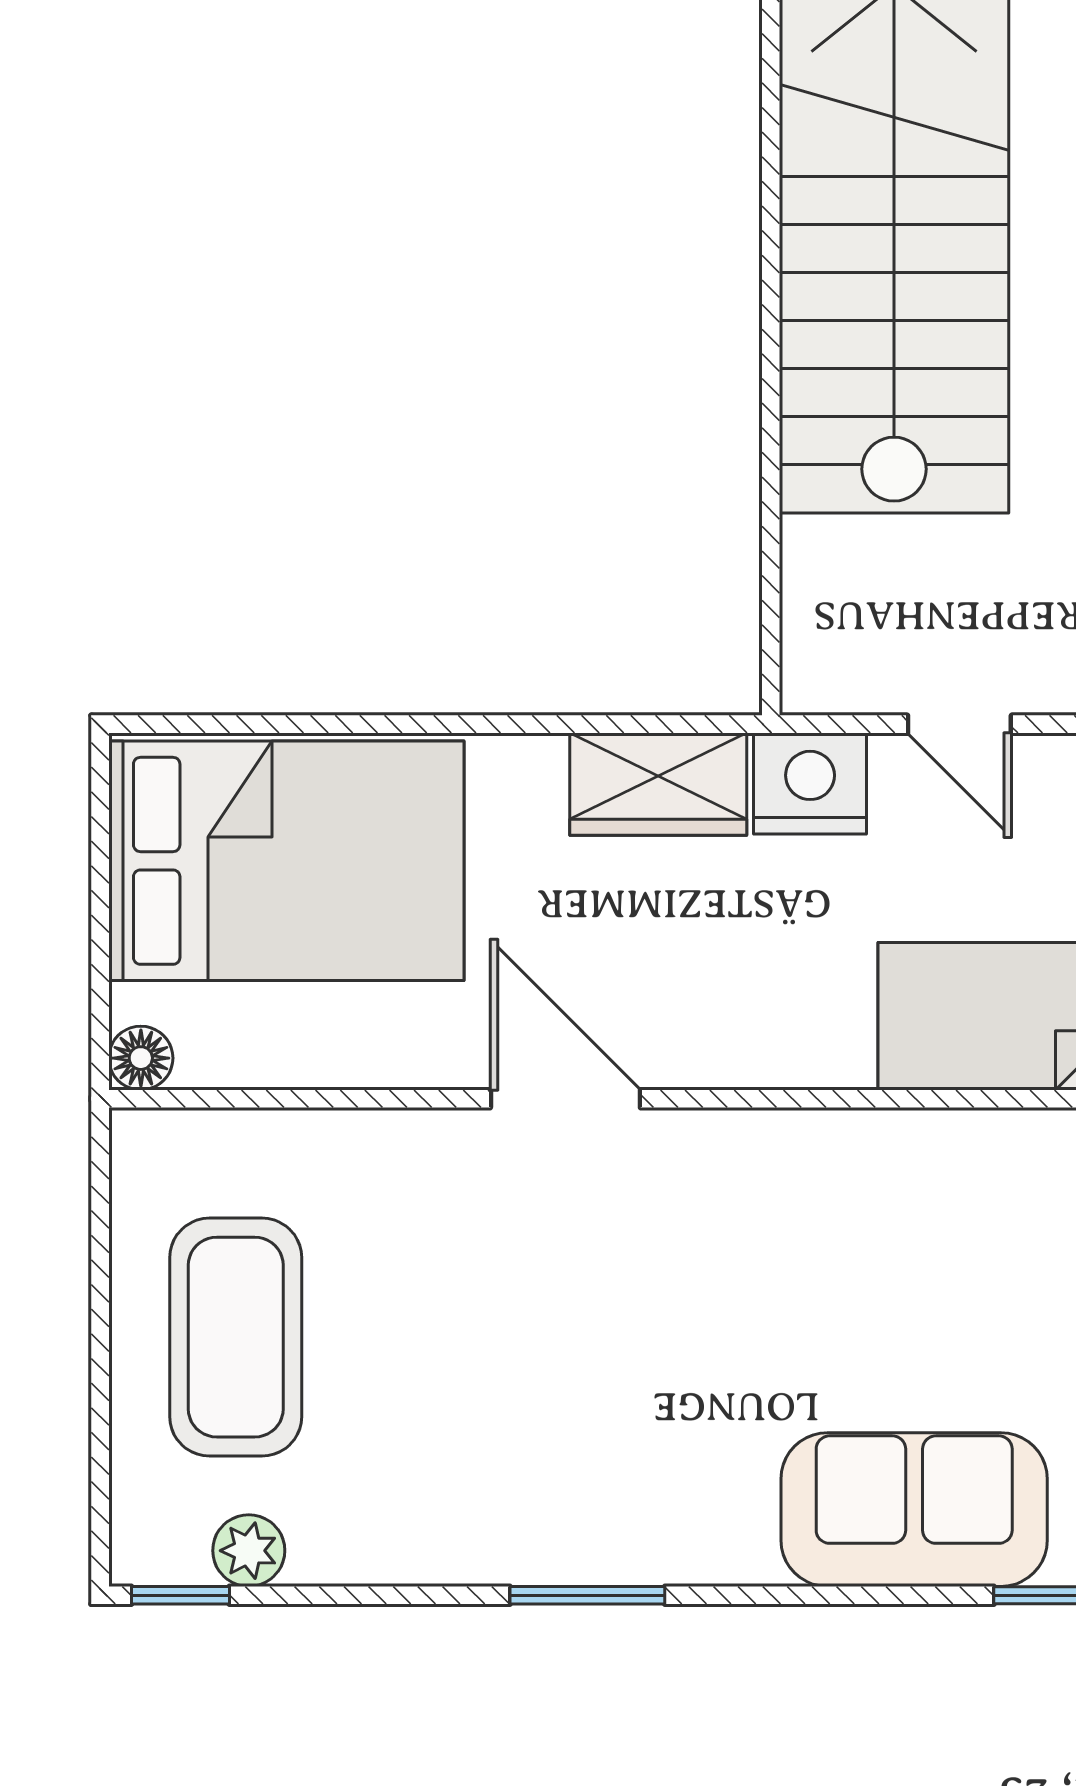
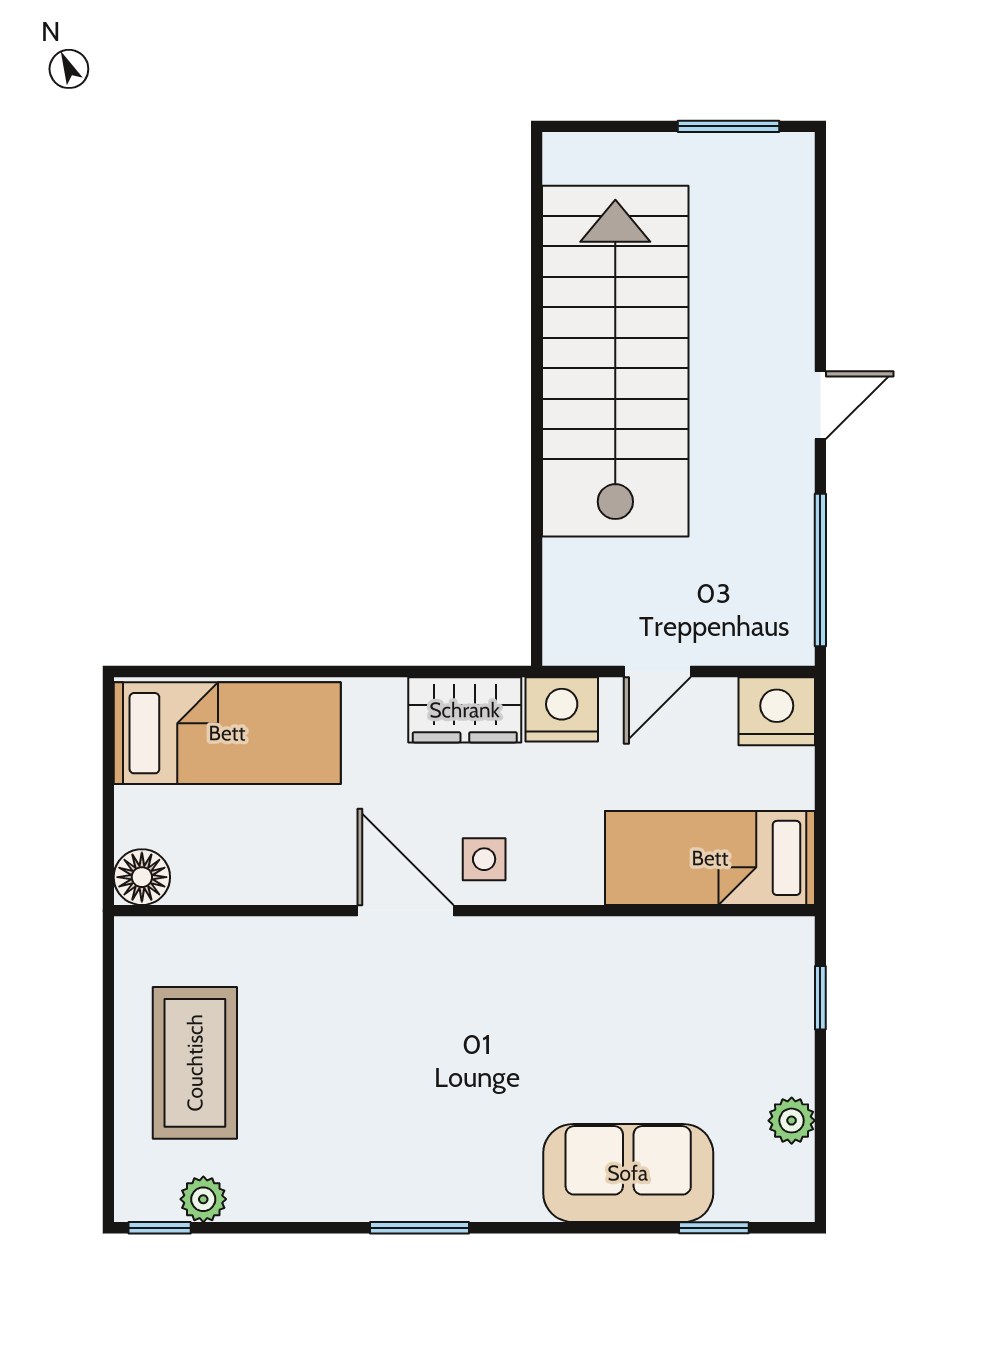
door: (959, 724) -> (657, 671), hinge flipped
bed: (286, 861) -> (227, 733), width x0.67
side table: (688, 1018) -> (484, 859), added
floor lamp: (141, 1058) -> (142, 877), width x1.37, depth x1.37

